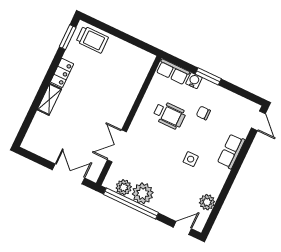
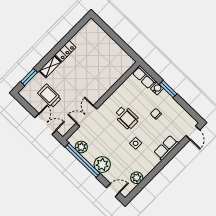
window: (68, 37) -> (29, 77), moved
trolley: (92, 40) -> (49, 96), moved, turned 180
wheelchair: (169, 115) -> (127, 117), moved
plant: (143, 193) -> (102, 165), moved

